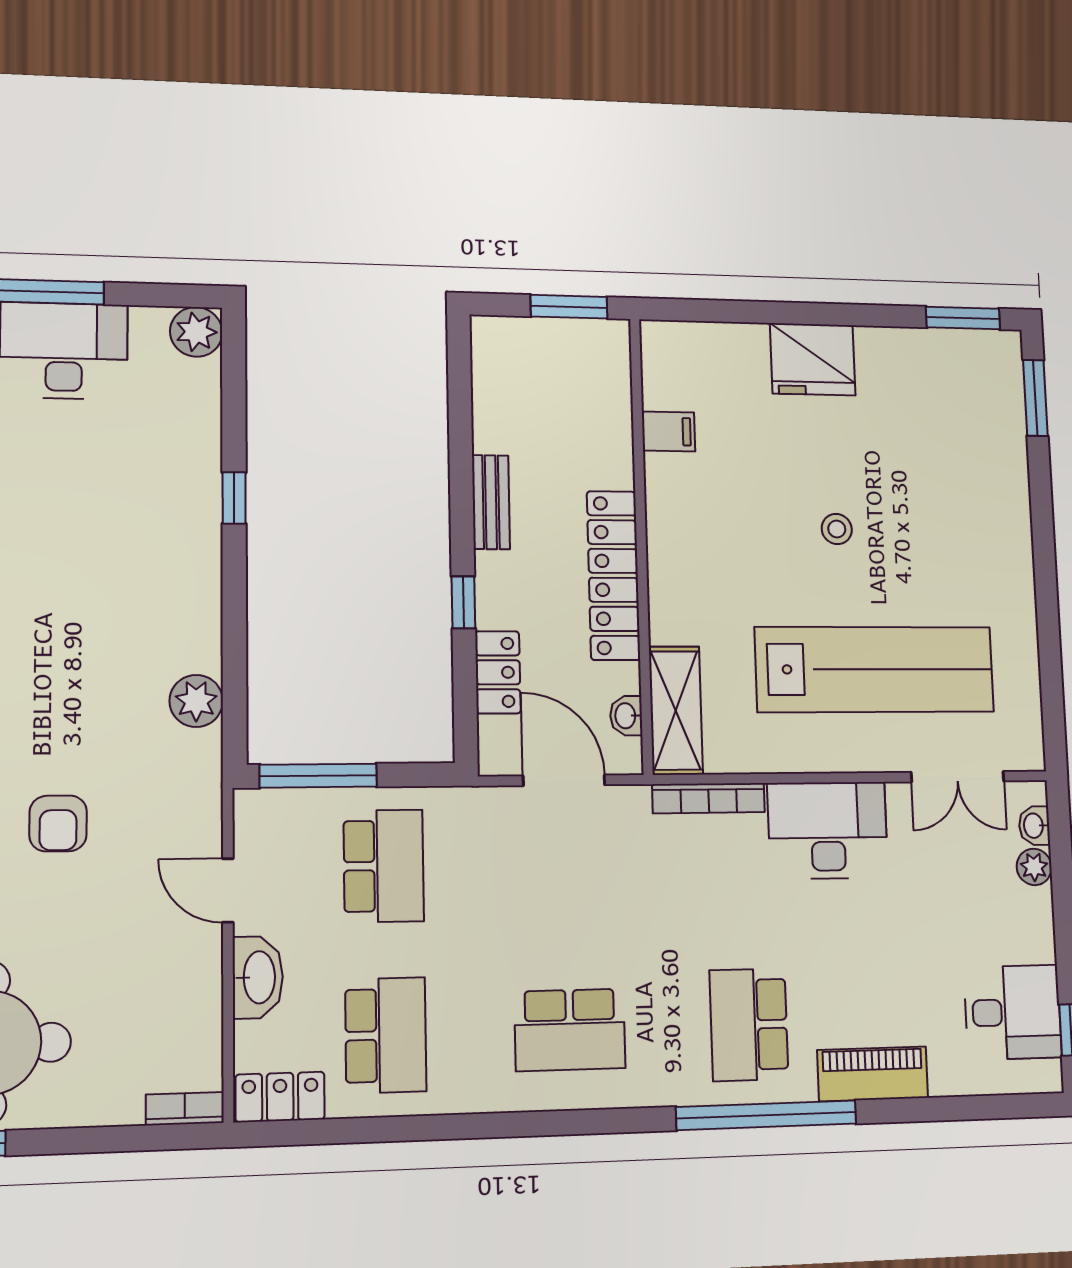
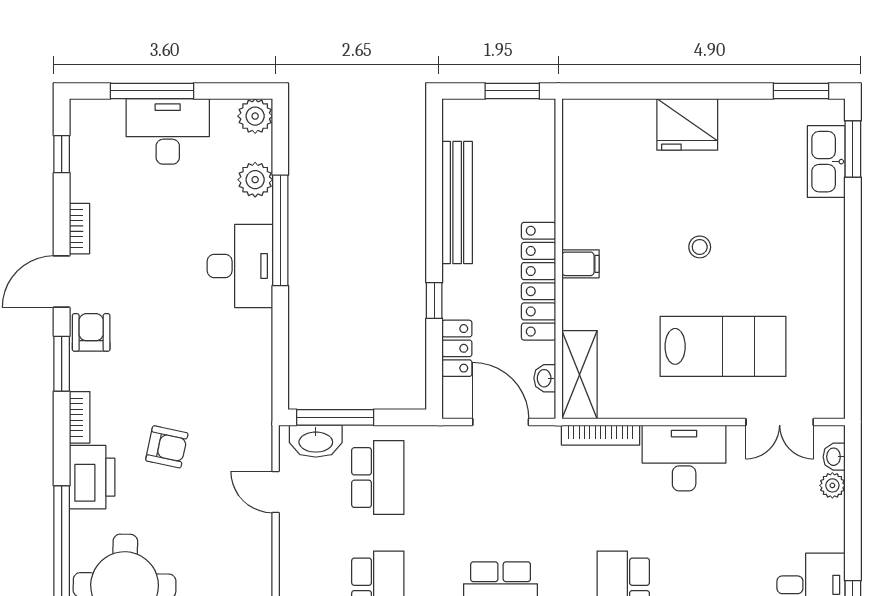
kitchen sink: (1001, 414) -> (826, 162), added
filing cabinet: (668, 431) -> (581, 264), moved
window: (234, 498) -> (280, 230), width x3.17
bench: (491, 502) -> (457, 203), width x1.86, depth x1.21
desk: (173, 550) -> (240, 266), added
lab bench: (875, 669) -> (723, 346), width x0.73
plant: (196, 701) -> (255, 180), moved
armchair: (58, 823) -> (167, 447), turned -78
washbasin: (258, 977) -> (316, 441), moved, turned 90

